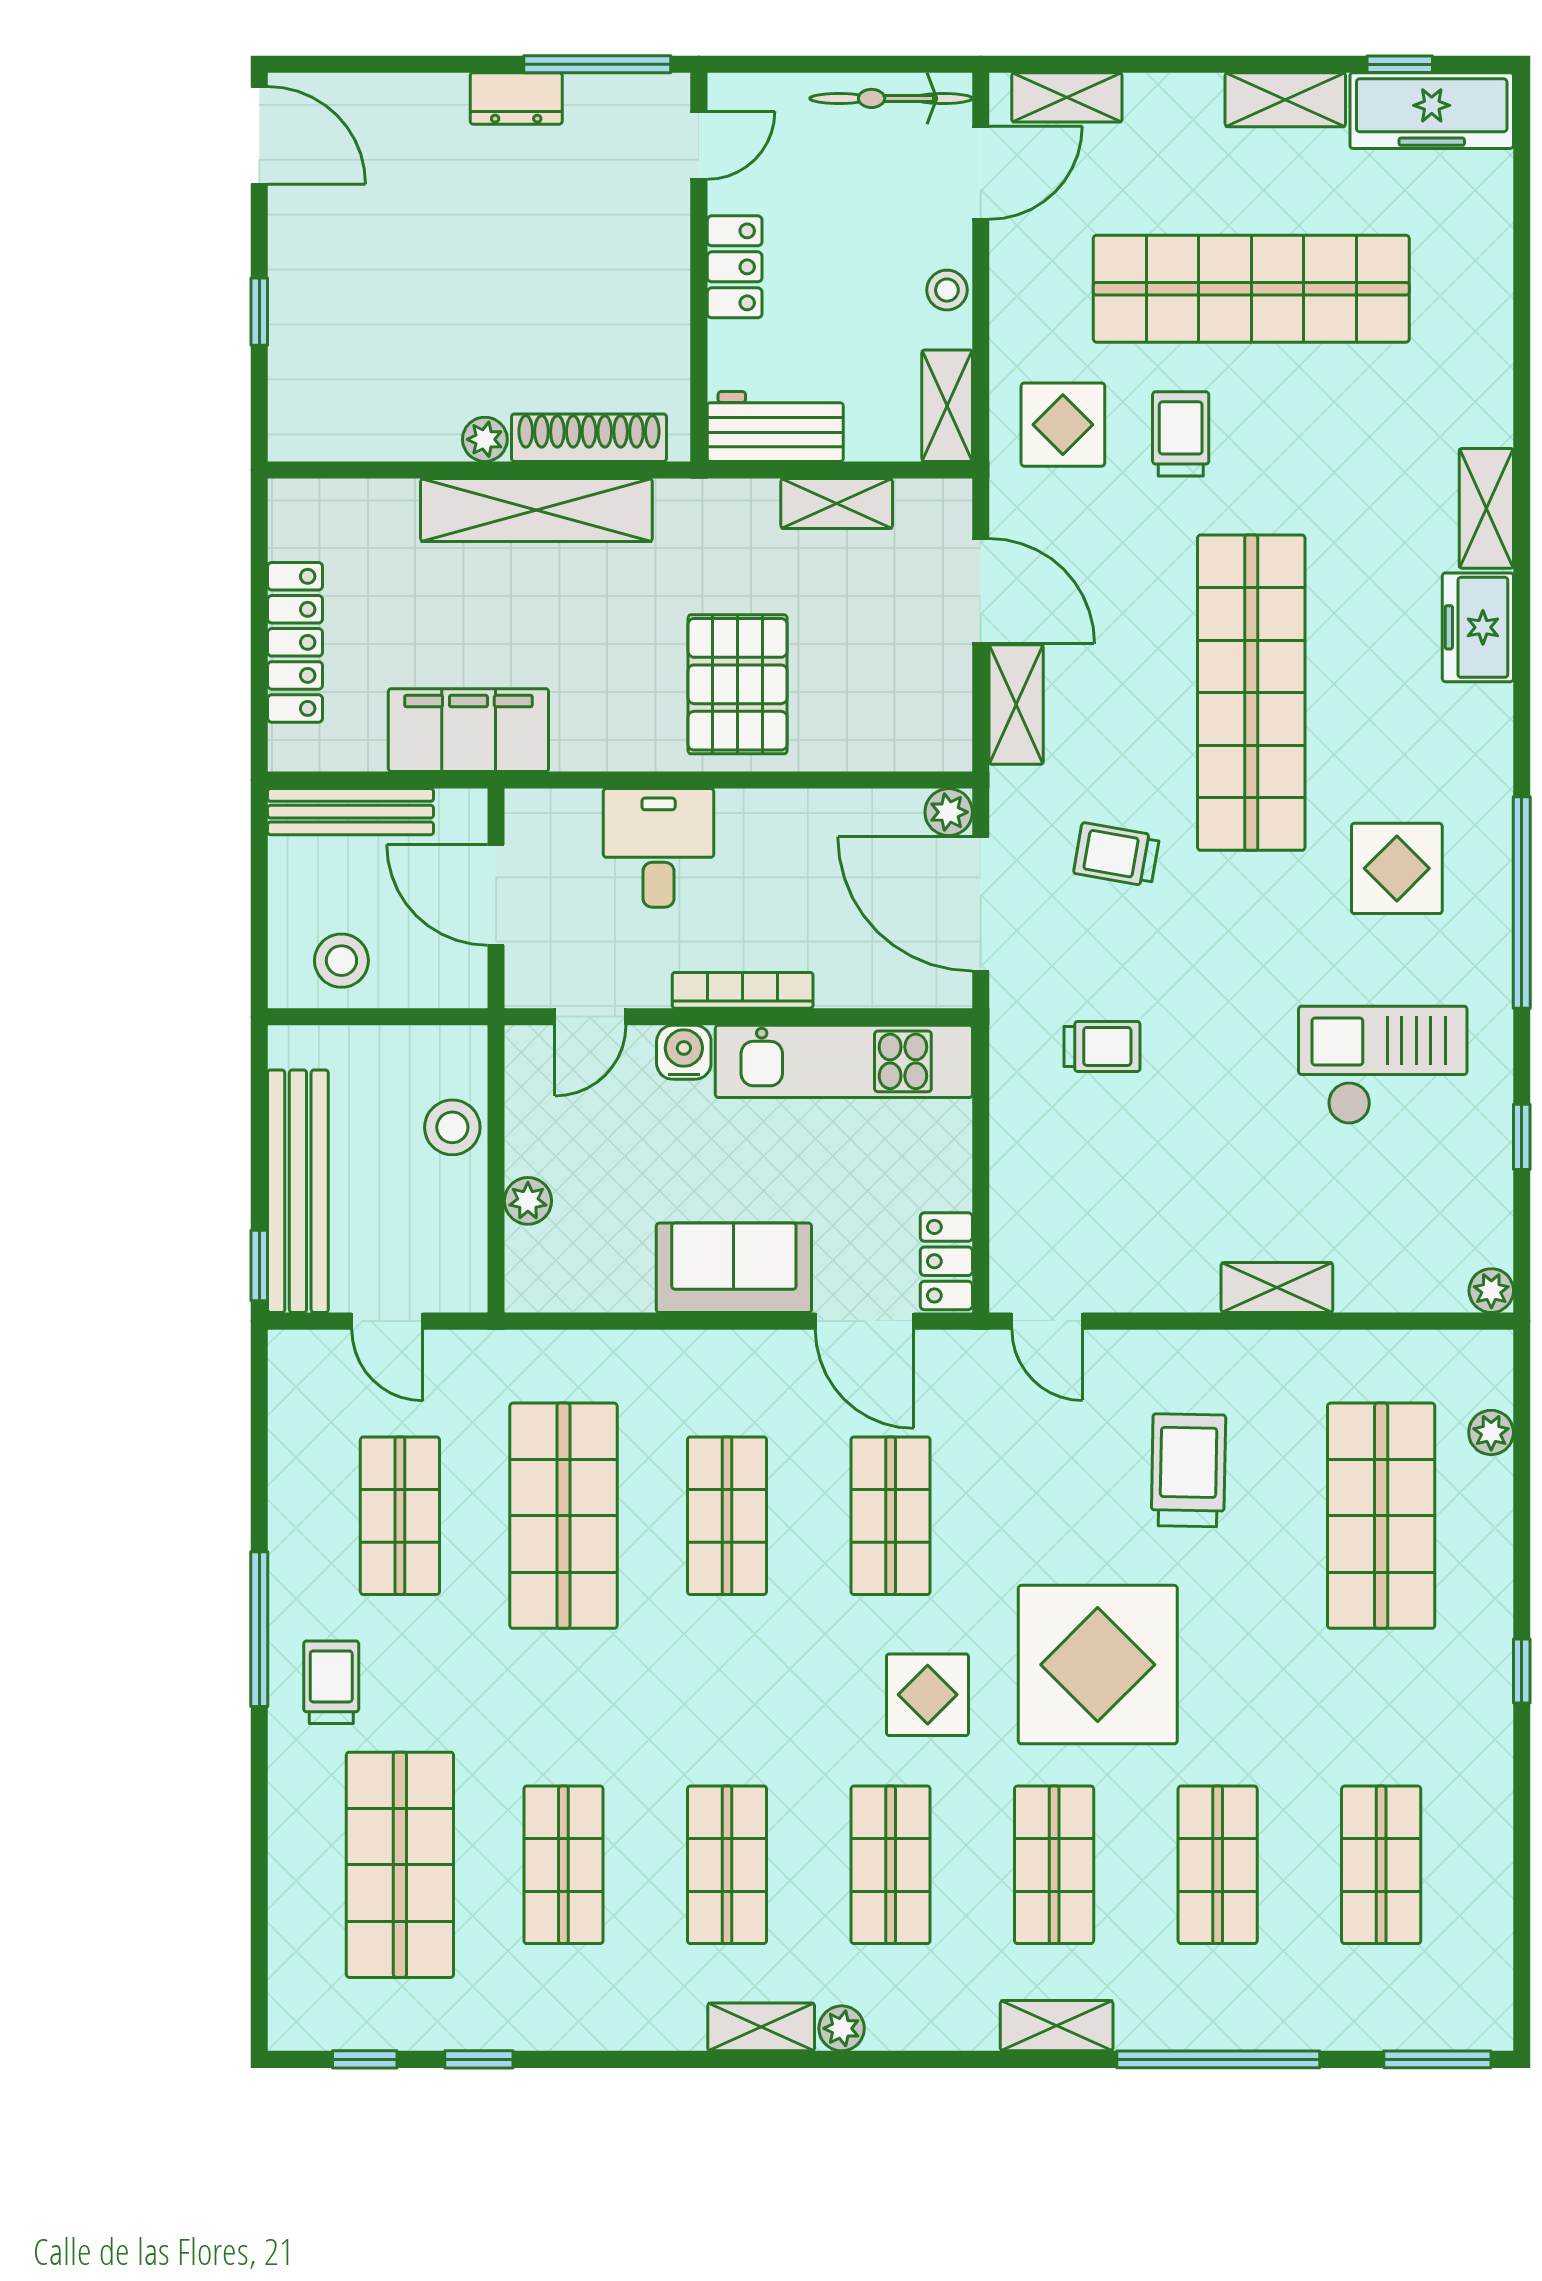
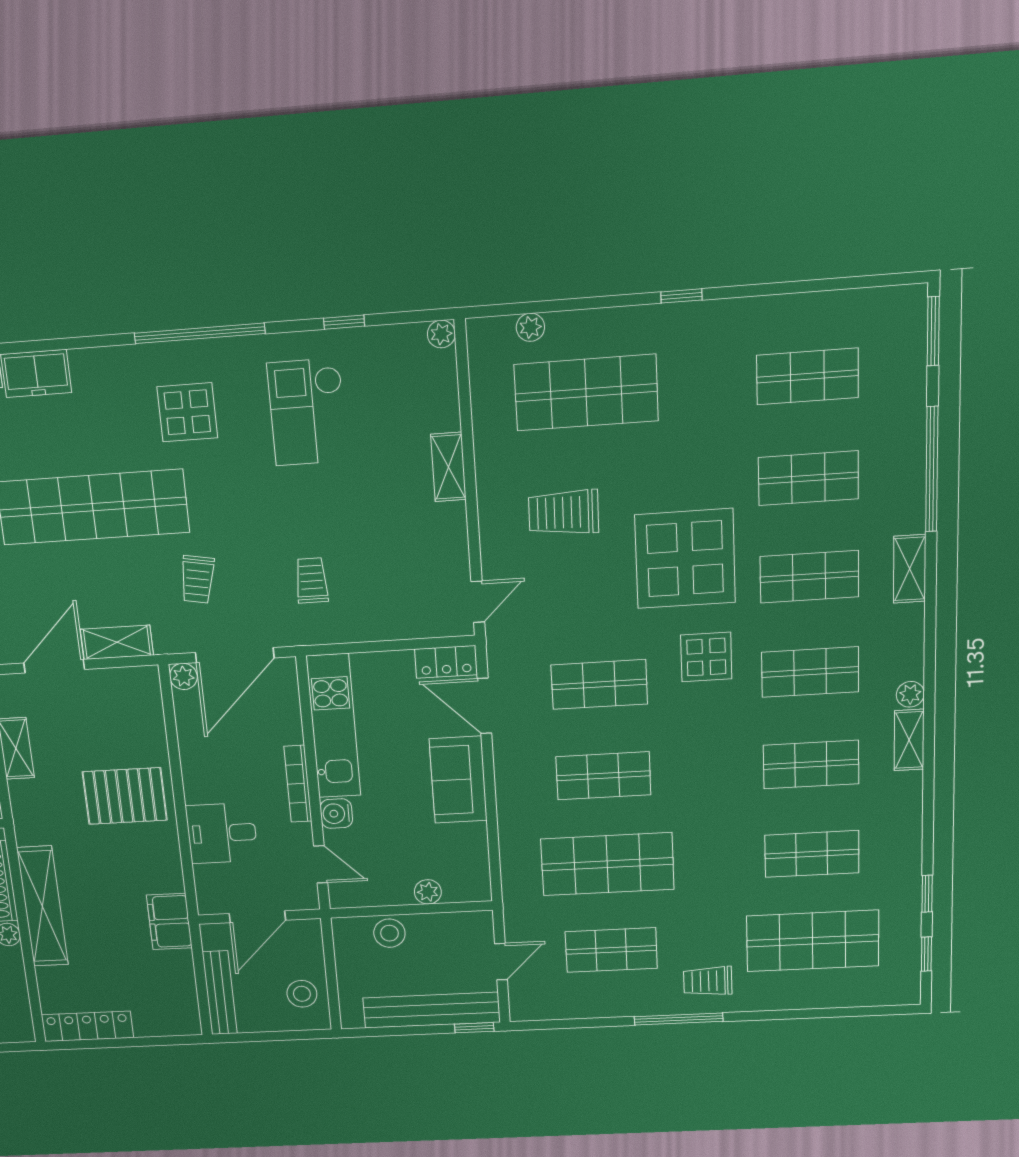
locker: (295, 642) -> (87, 1026), moved
filing cabinet: (468, 730) -> (169, 922), width x0.67, depth x0.86
door: (865, 1321) -> (484, 706), swing flipped

